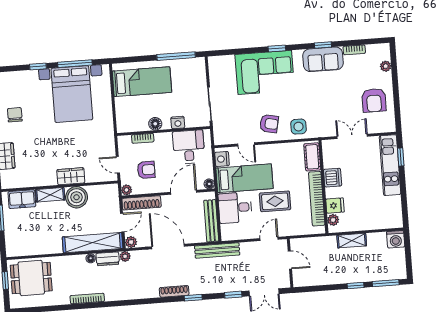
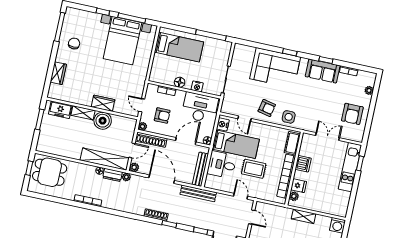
desk: (189, 147) -> (200, 108), width x1.37
door: (269, 239) -> (241, 196), hinge flipped

